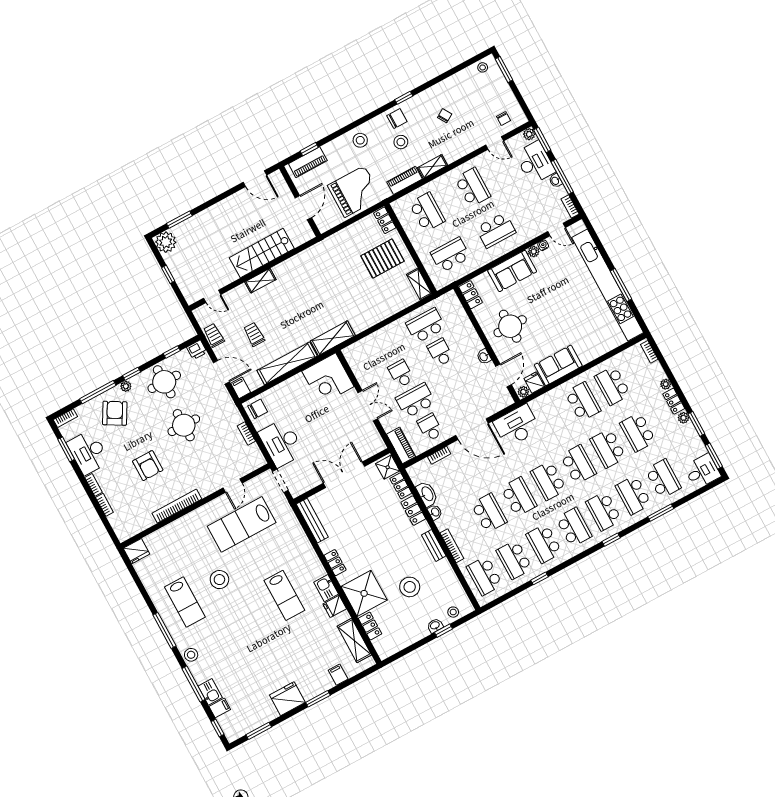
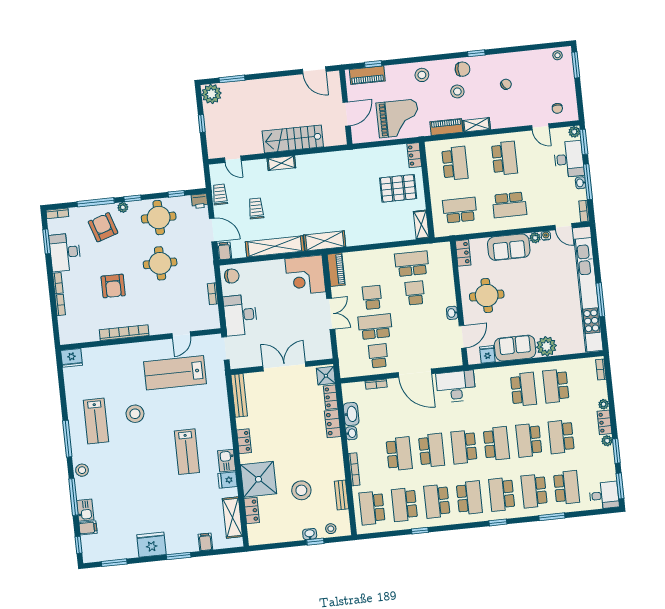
plant: (523, 392) -> (546, 346), moved, width x1.88, depth x1.88
armchair: (115, 413) -> (103, 227), turned -48
piano: (401, 445) -> (336, 270), moved
bench: (434, 545) -> (341, 495), moved

